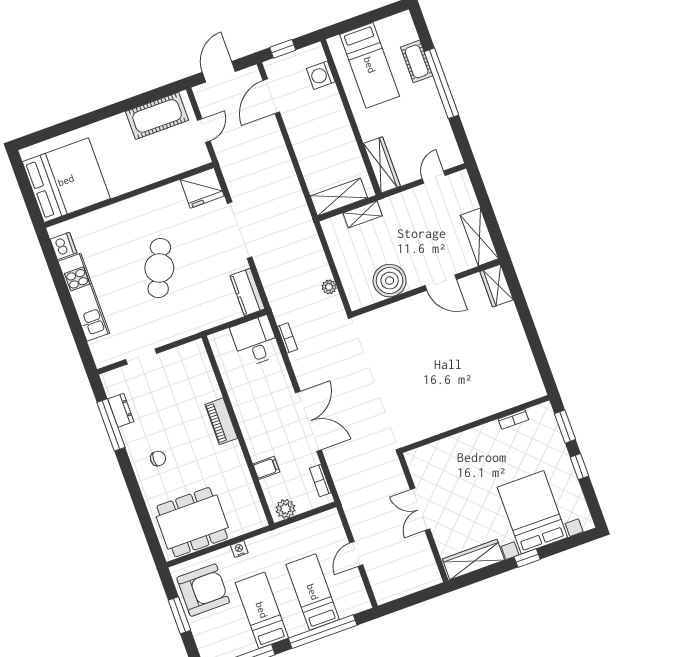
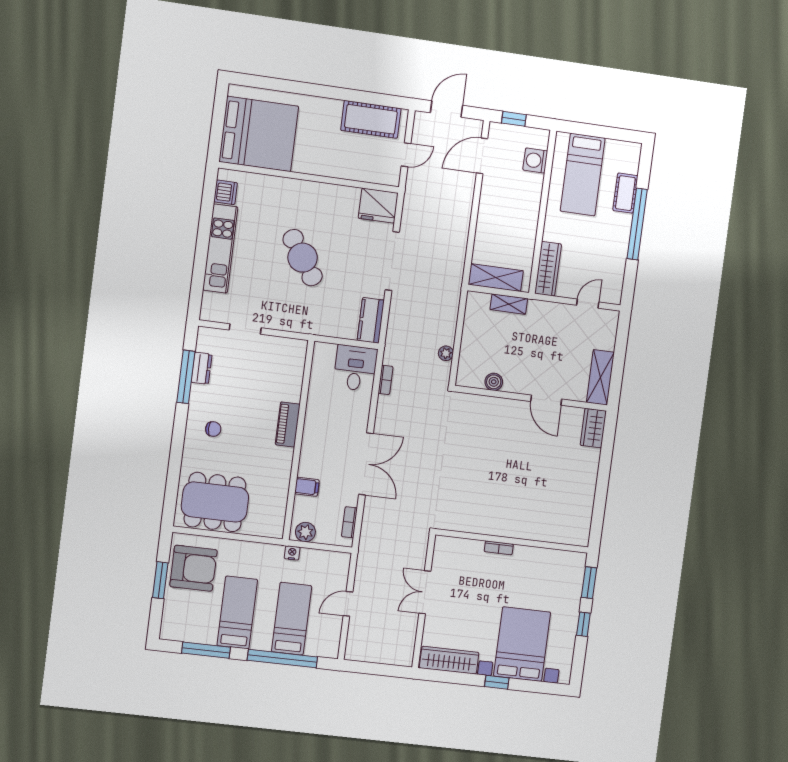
cafe table: (159, 268) -> (303, 258), turned -57
boiler: (390, 281) -> (494, 382), width x0.54, depth x0.54
bookcase: (513, 419) -> (499, 548), moved
nightstand: (239, 549) -> (292, 553), moved

